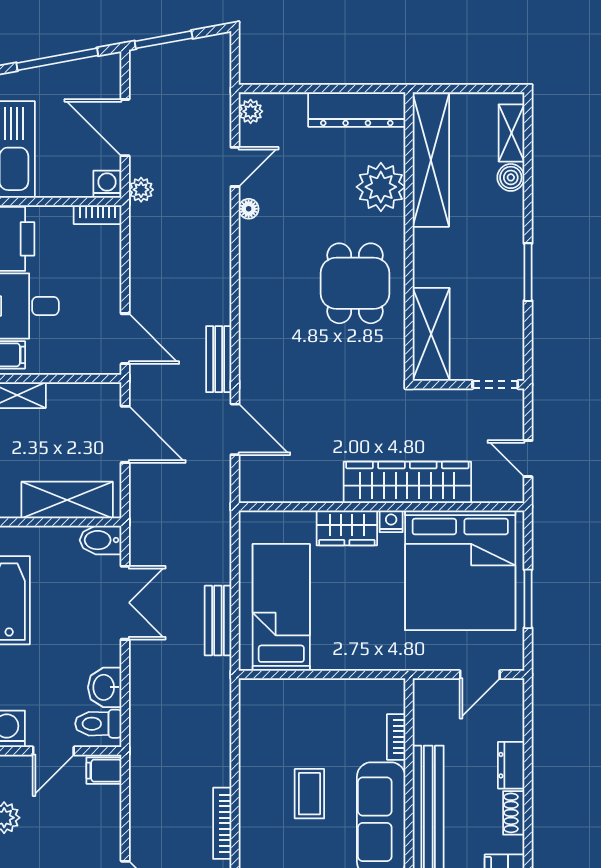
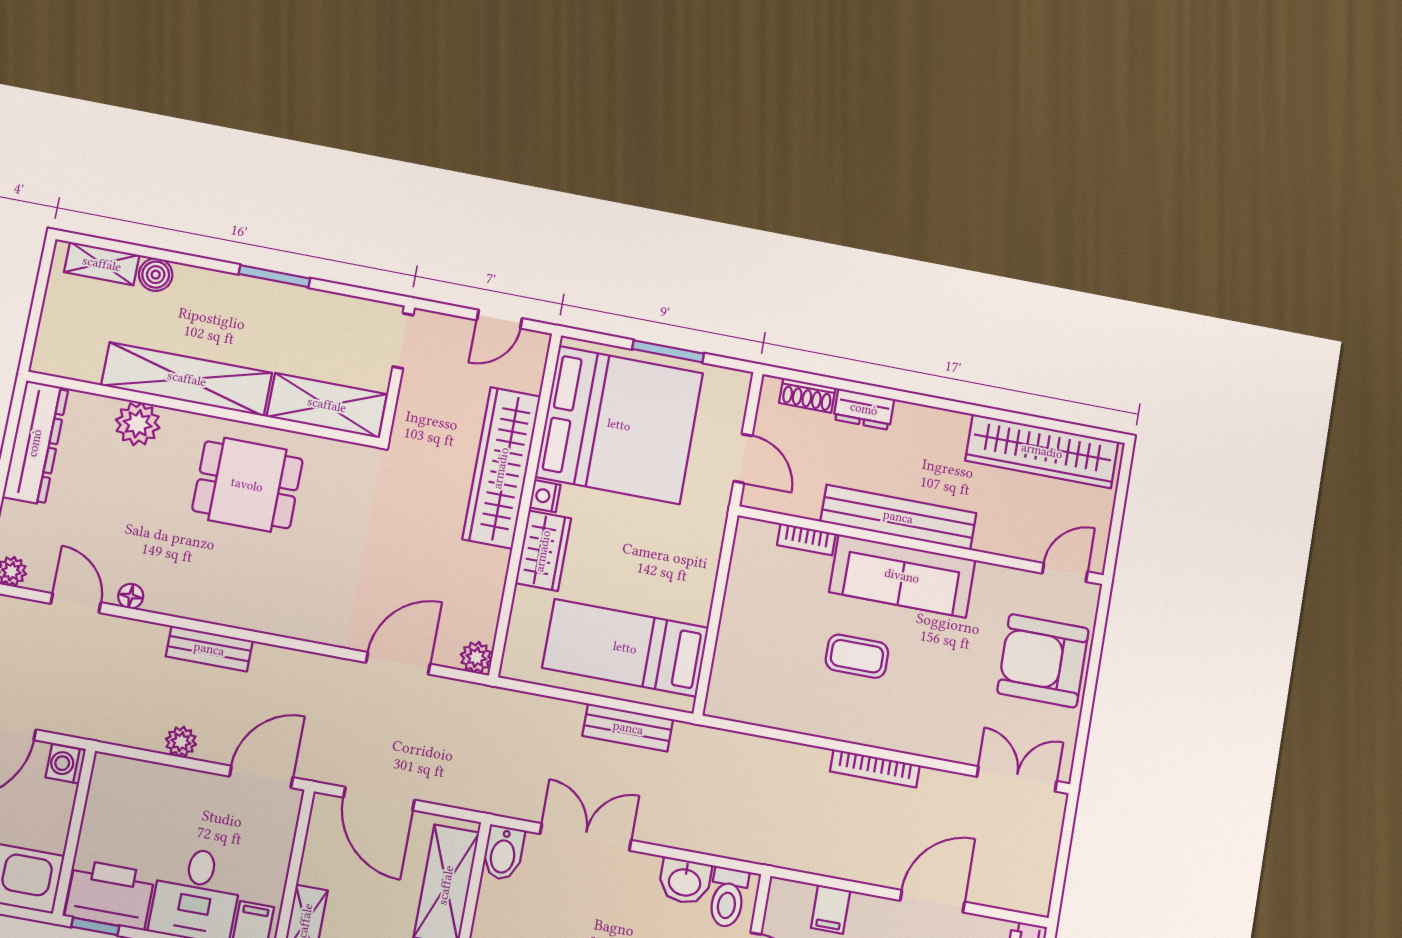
shelving: (431, 160) -> (187, 379), moved
plant: (381, 187) -> (138, 424), width x0.73, depth x0.73
plant: (141, 190) -> (181, 742), moved
bookcase: (98, 215) -> (101, 782), removed
bench: (219, 359) -> (209, 649), moved
door: (125, 434) -> (379, 799), swing flipped
plant: (251, 490) -> (476, 657), added
door: (480, 675) -> (743, 459), moved
filing cabinet: (104, 771) -> (831, 909), moved
shoe rack: (514, 813) -> (807, 395), moved

